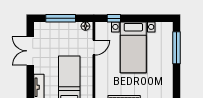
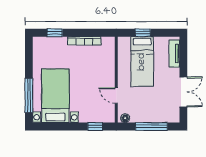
bed with nightstands: (133, 47) -> (55, 96), moved
door: (94, 48) -> (116, 95), hinge flipped

